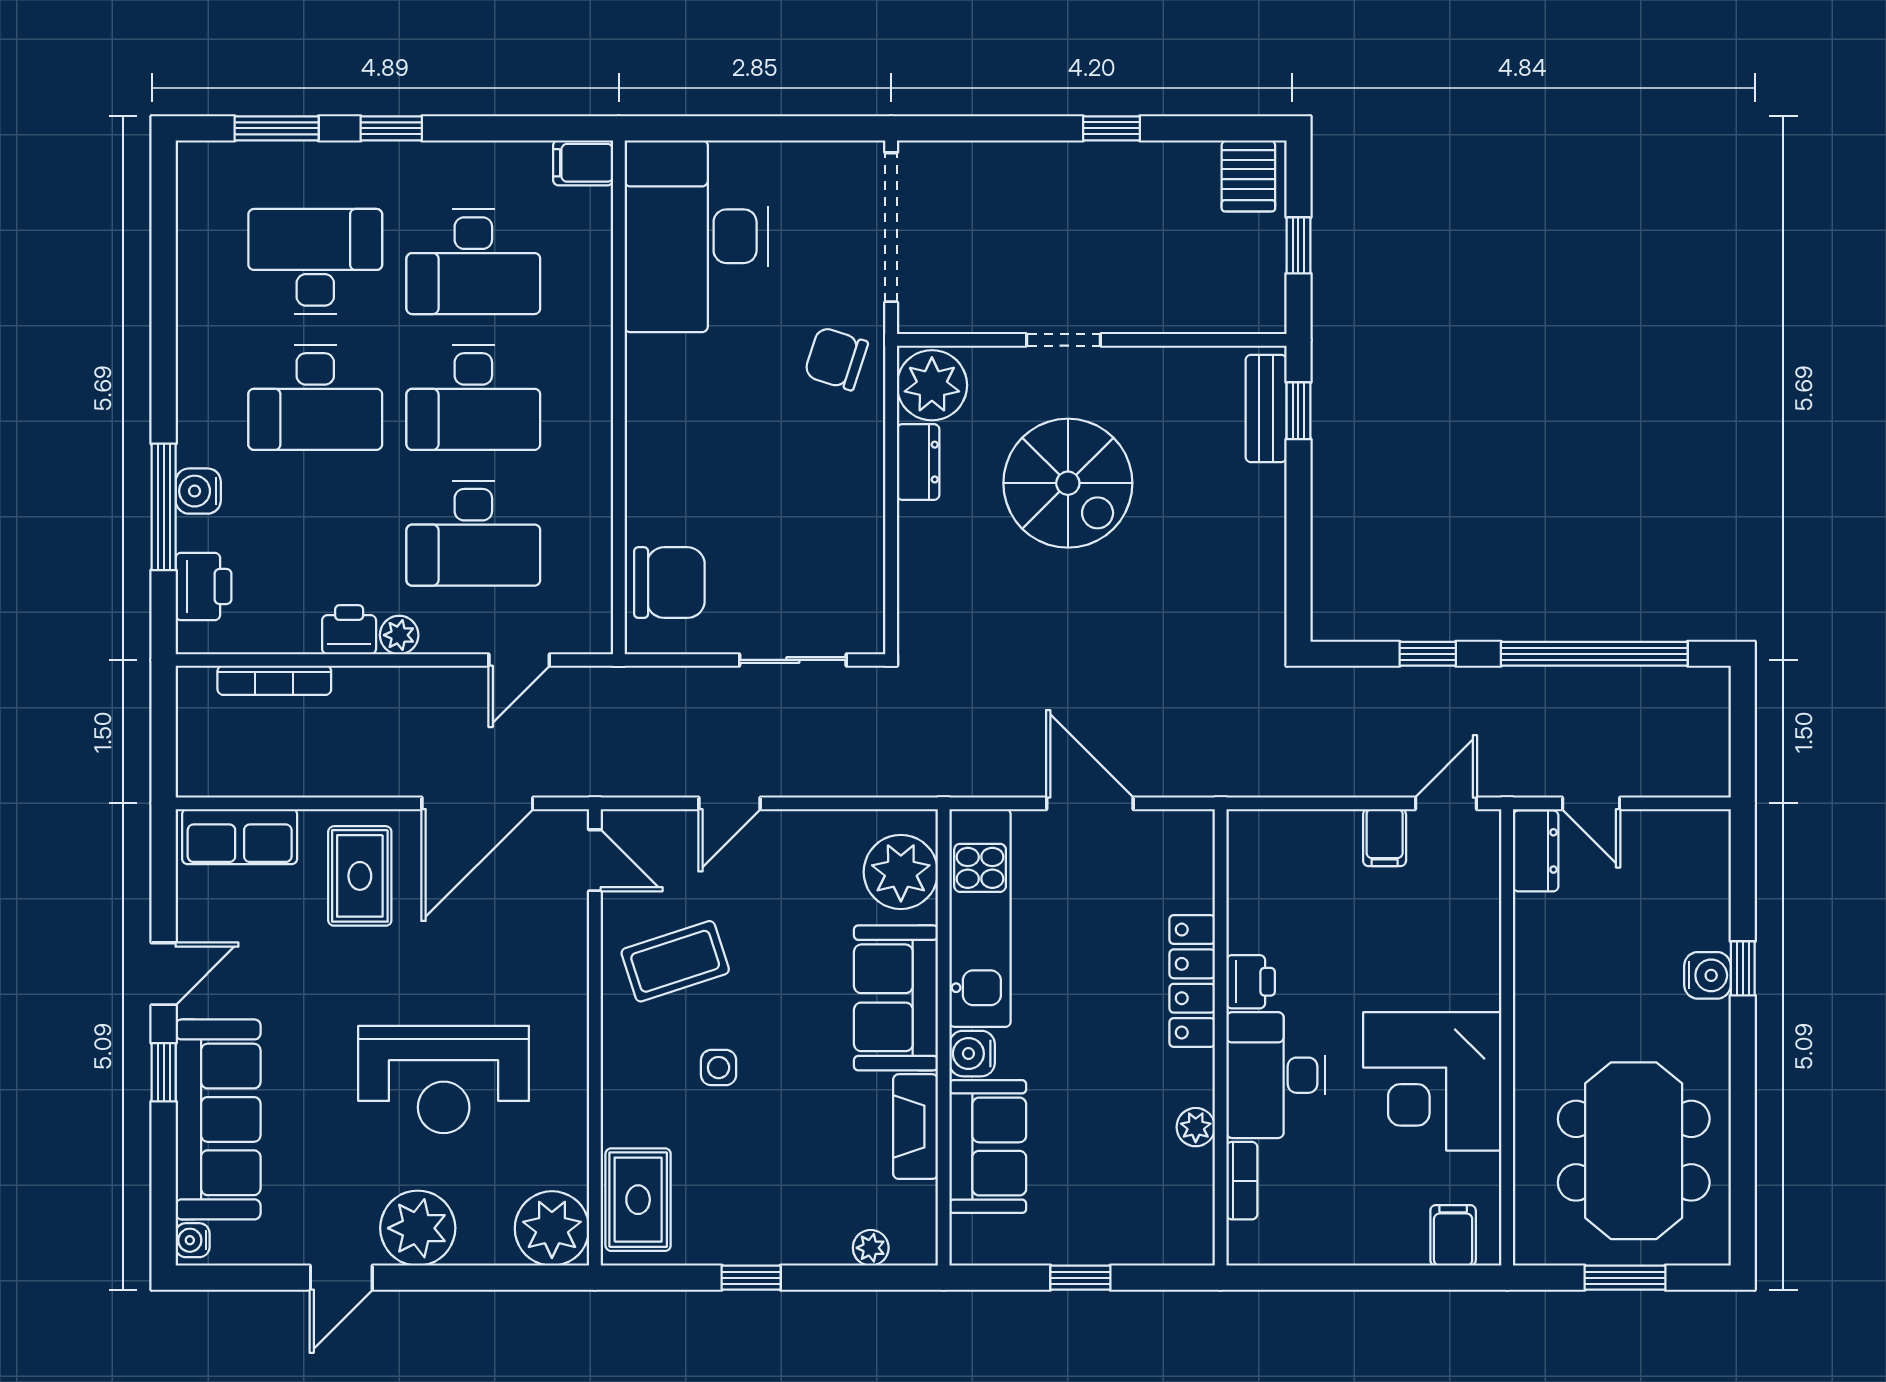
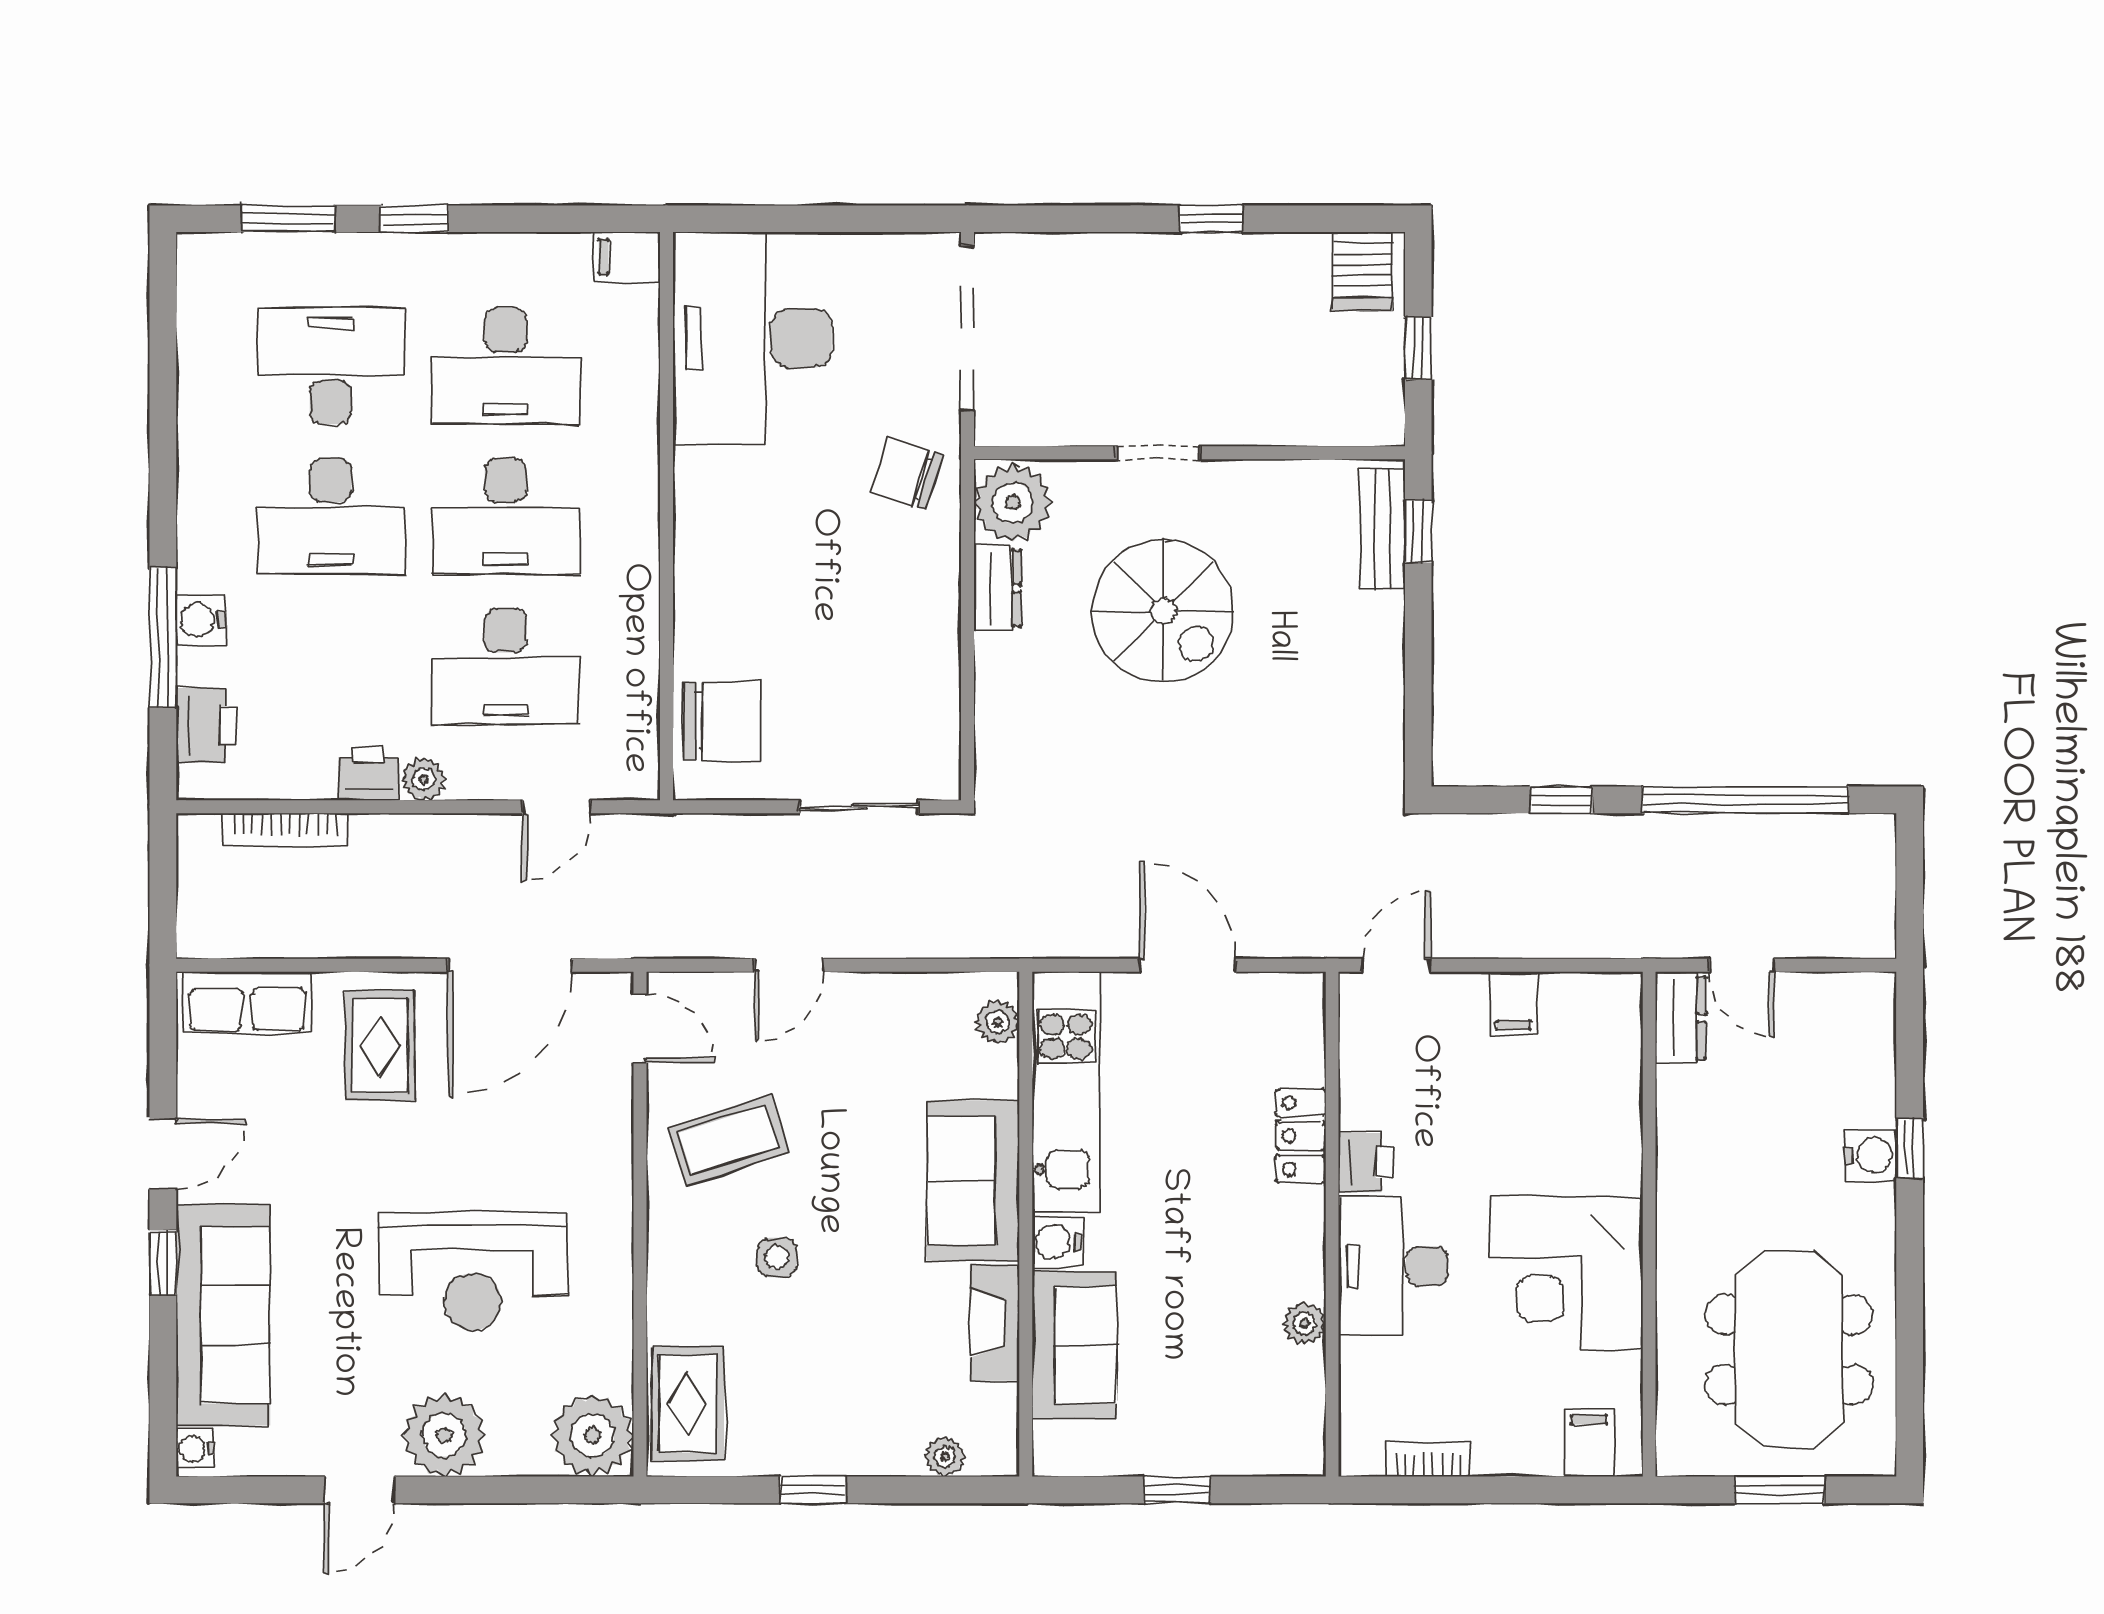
door: (1446, 803) -> (1396, 965), moved
plant: (901, 872) -> (997, 1022), width x0.53, depth x0.53
locker: (1192, 981) -> (1301, 1136), width x0.66
bookcase: (1242, 1181) -> (1428, 1460), moved, turned -90

